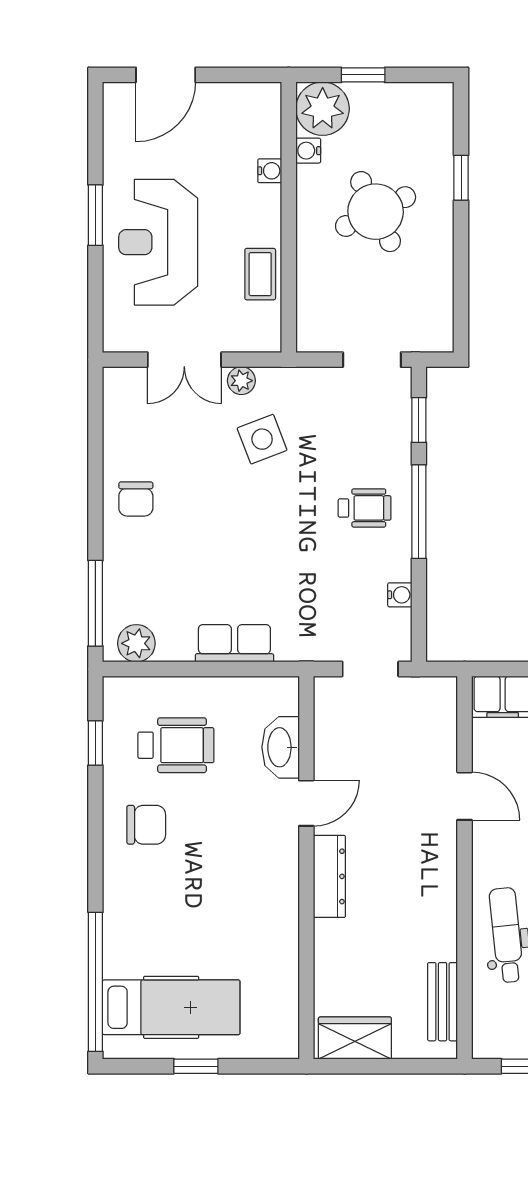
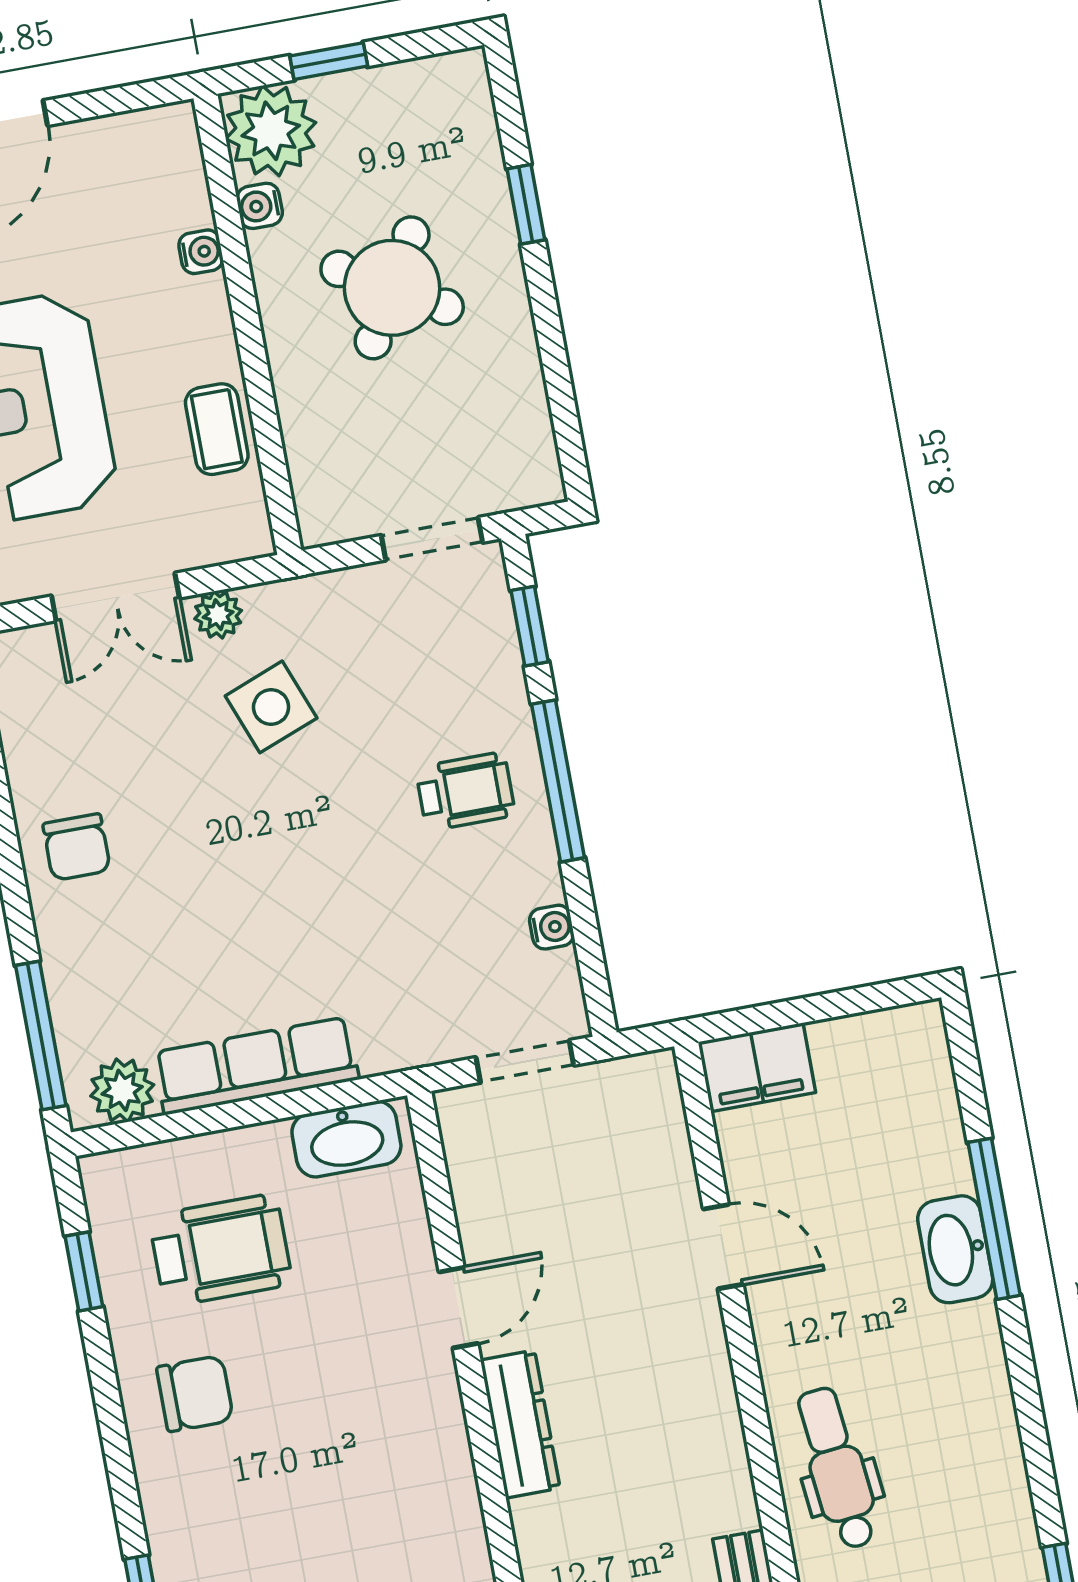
round table: (376, 212) -> (392, 288), turned -34
row of seats: (234, 643) -> (256, 1066), width x1.48
washbasin: (281, 747) -> (346, 1139), moved, turned -90

